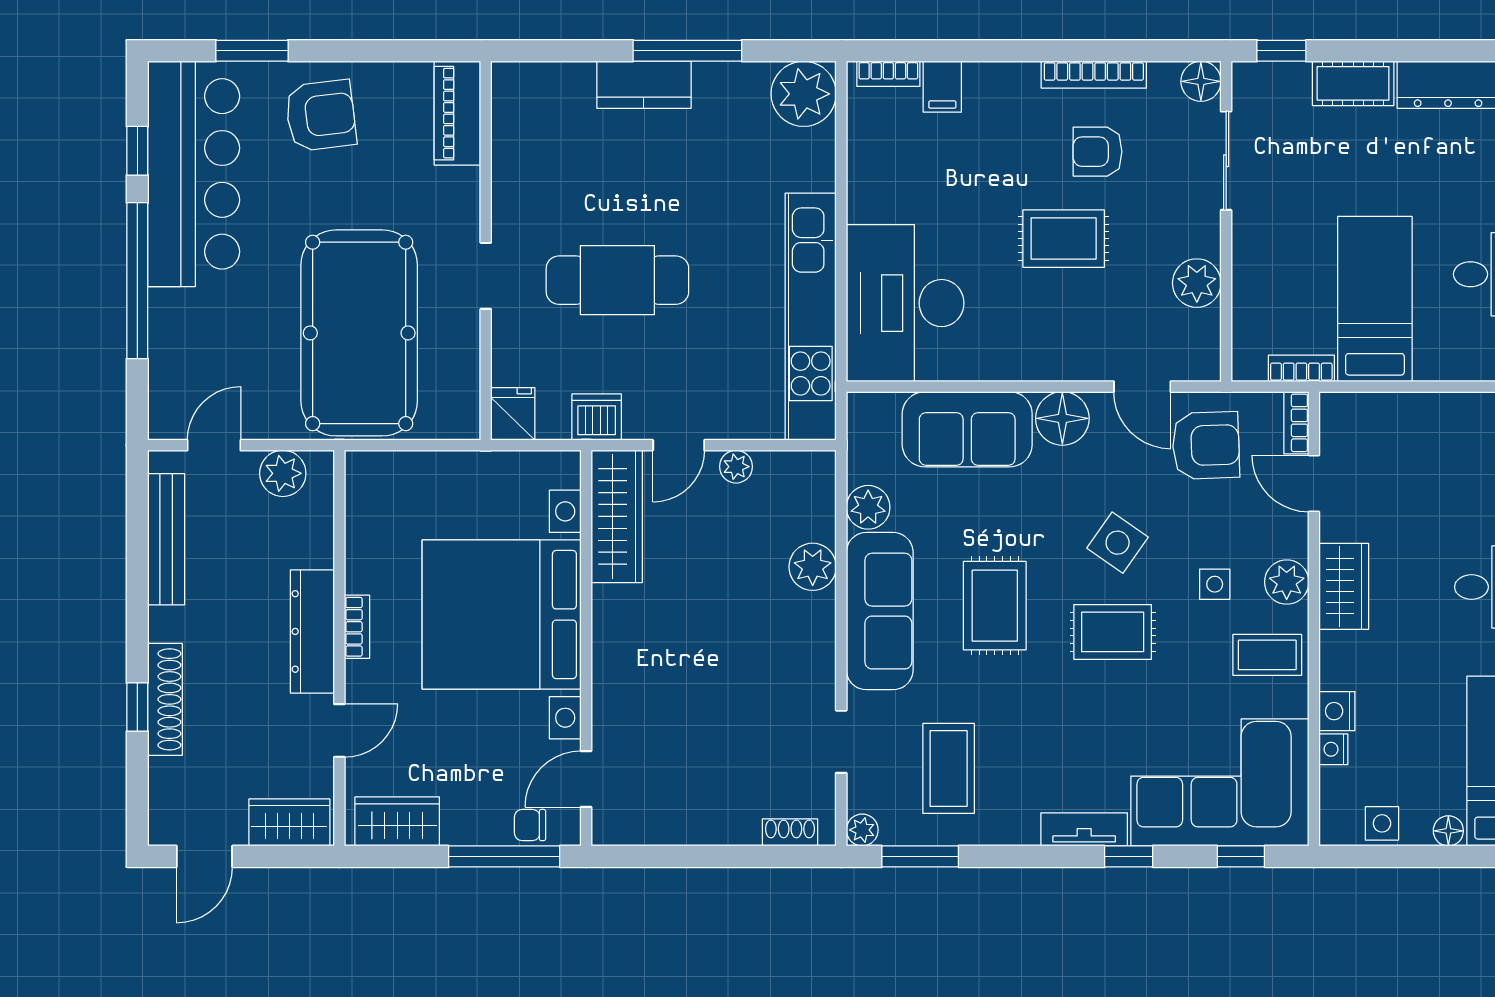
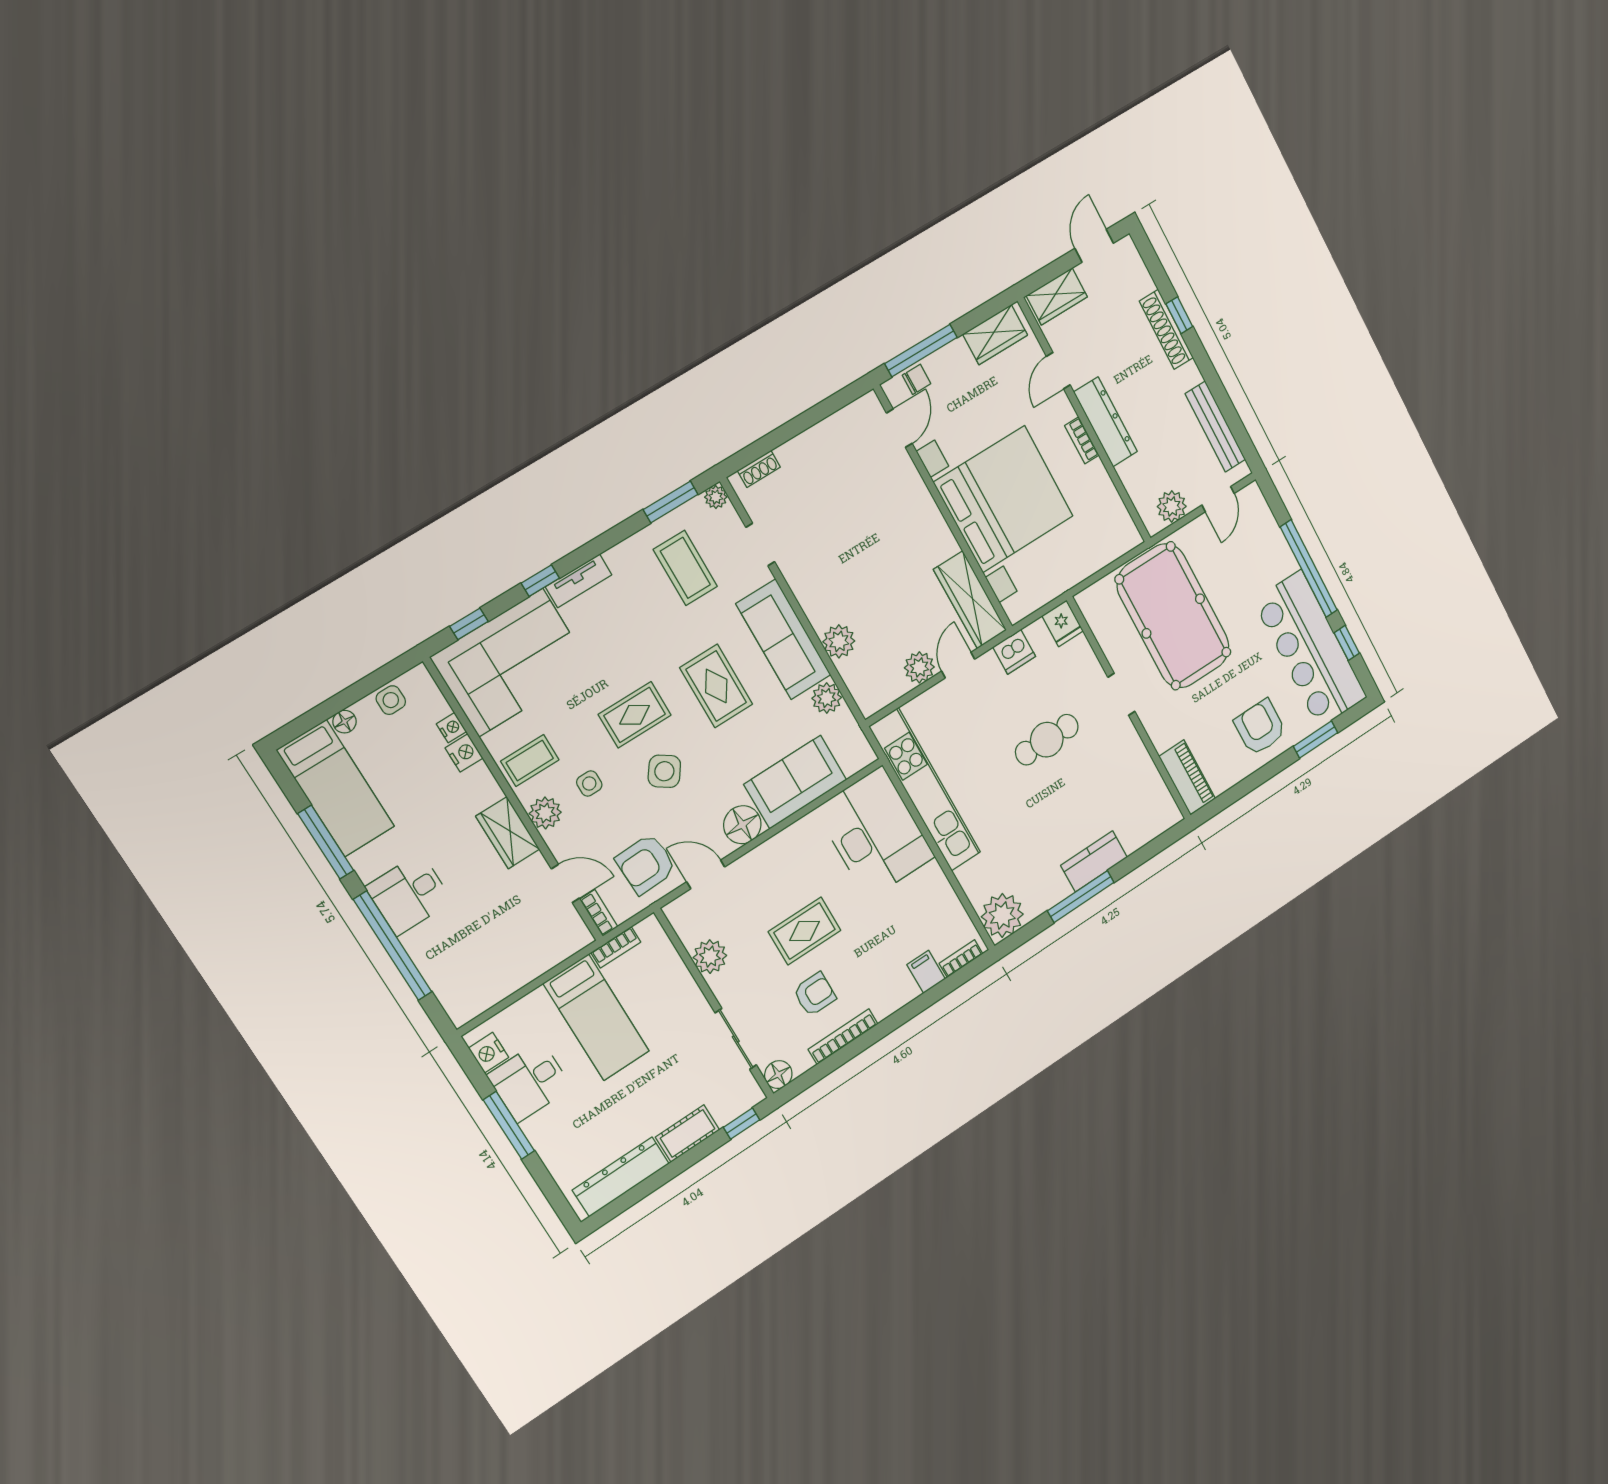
armchair: (321, 116) -> (1260, 727), turned 97
cafe table: (617, 280) -> (1047, 740), width x0.73, depth x0.74
plant: (736, 467) -> (919, 667), width x1.38, depth x1.38

